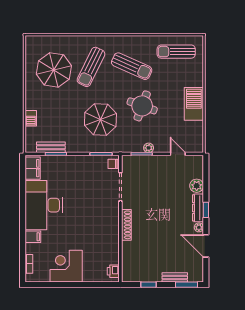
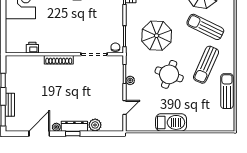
sun lounger: (176, 52) -> (227, 91), moved
printer: (113, 271) -> (32, 48), moved

